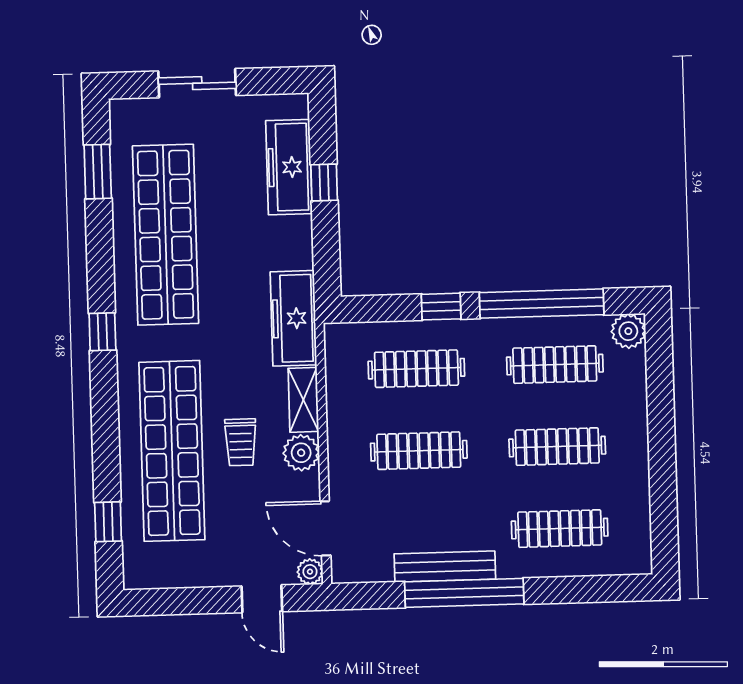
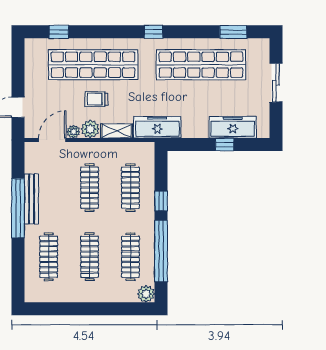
plant: (310, 572) -> (73, 132), moved

